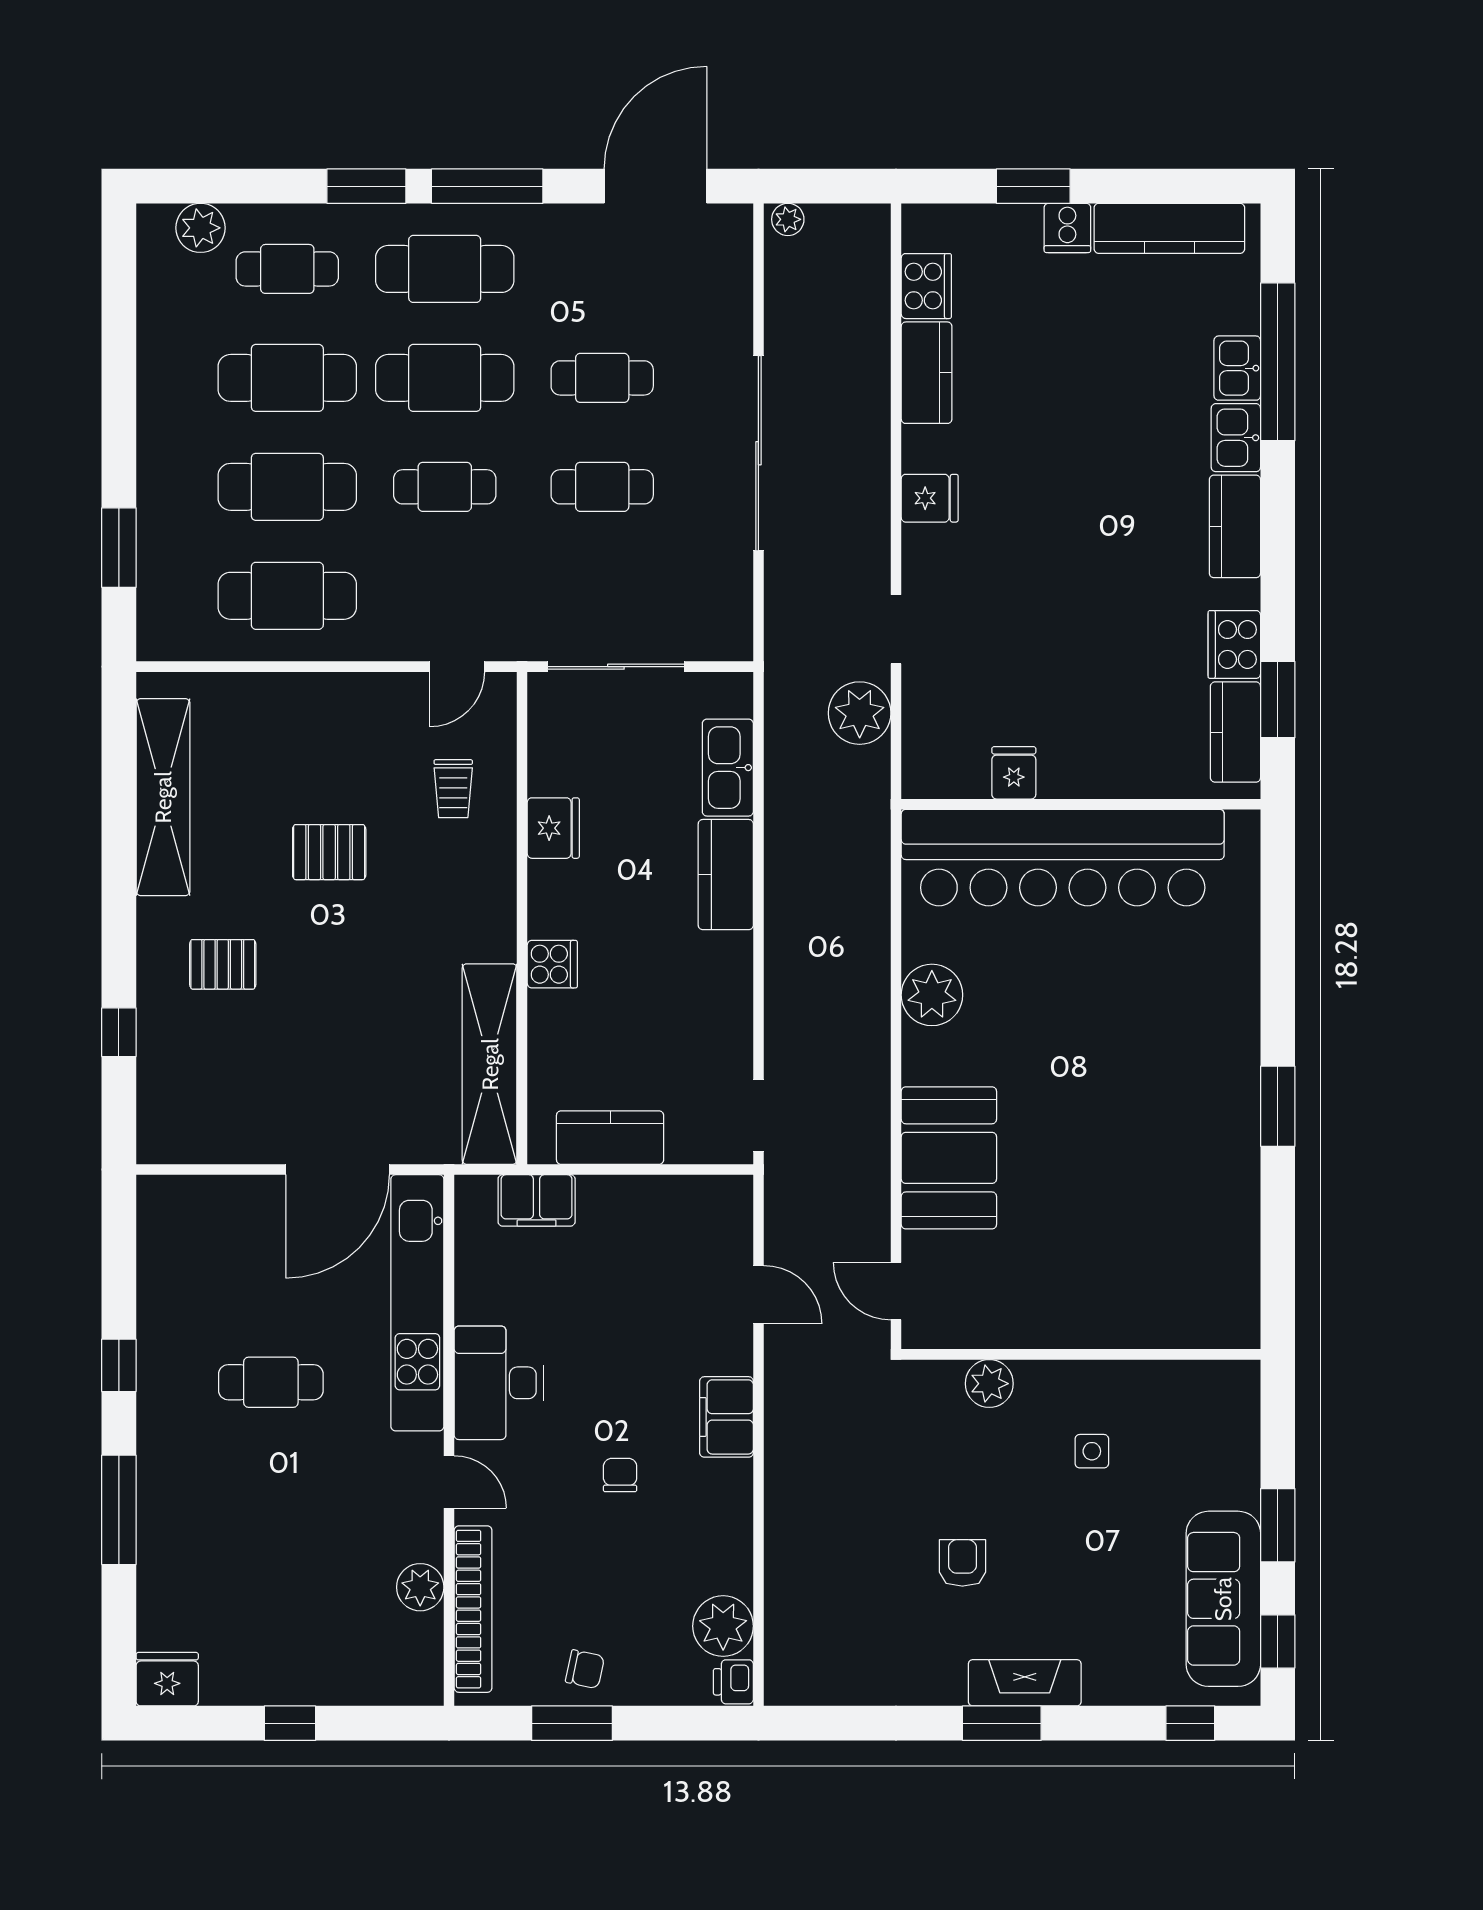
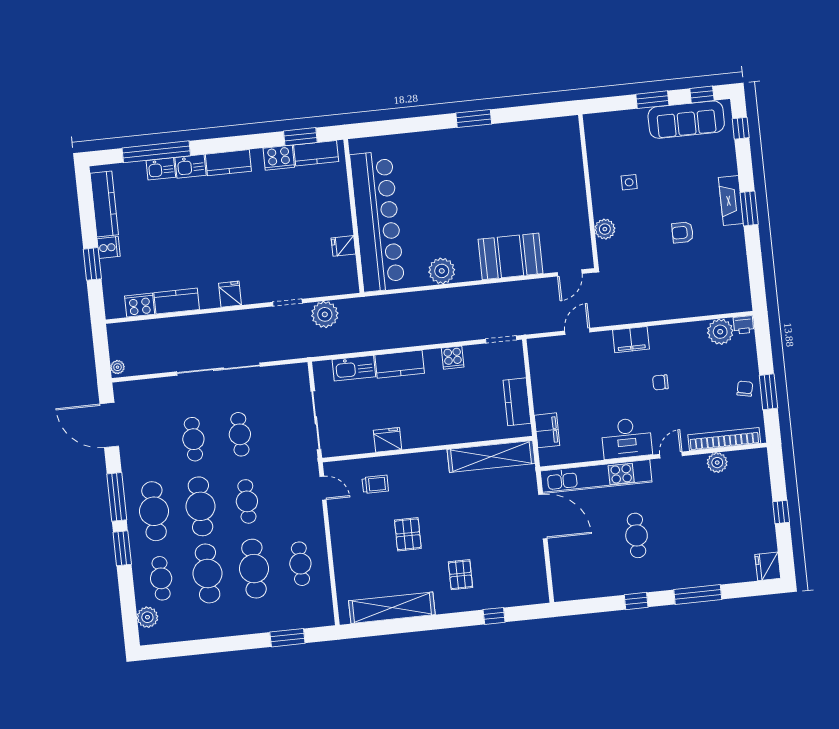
cafe table: (287, 596) -> (300, 564), width x0.73, depth x0.74
cooker: (552, 964) -> (453, 358), moved, turned 180

